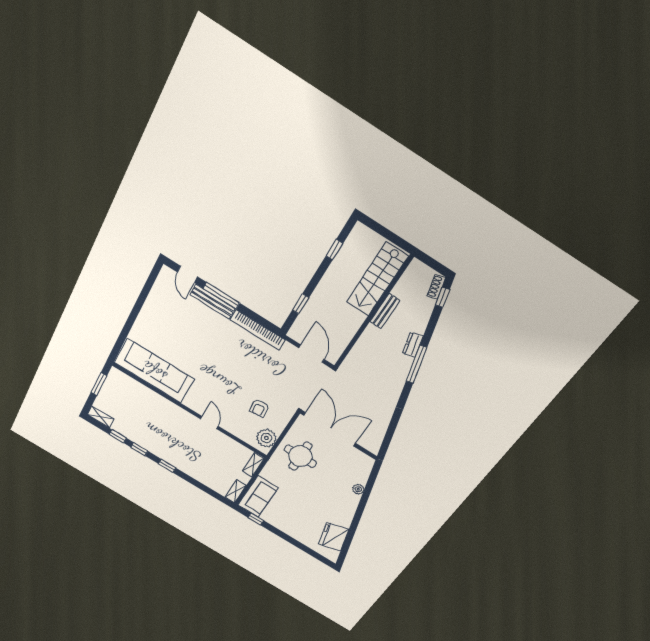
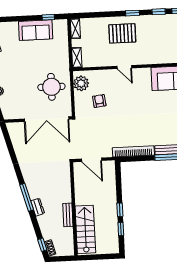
window: (301, 304) -> (120, 210), moved
pallet: (190, 455) -> (122, 33), added
sofa: (258, 496) -> (36, 30), moved, turned -90

